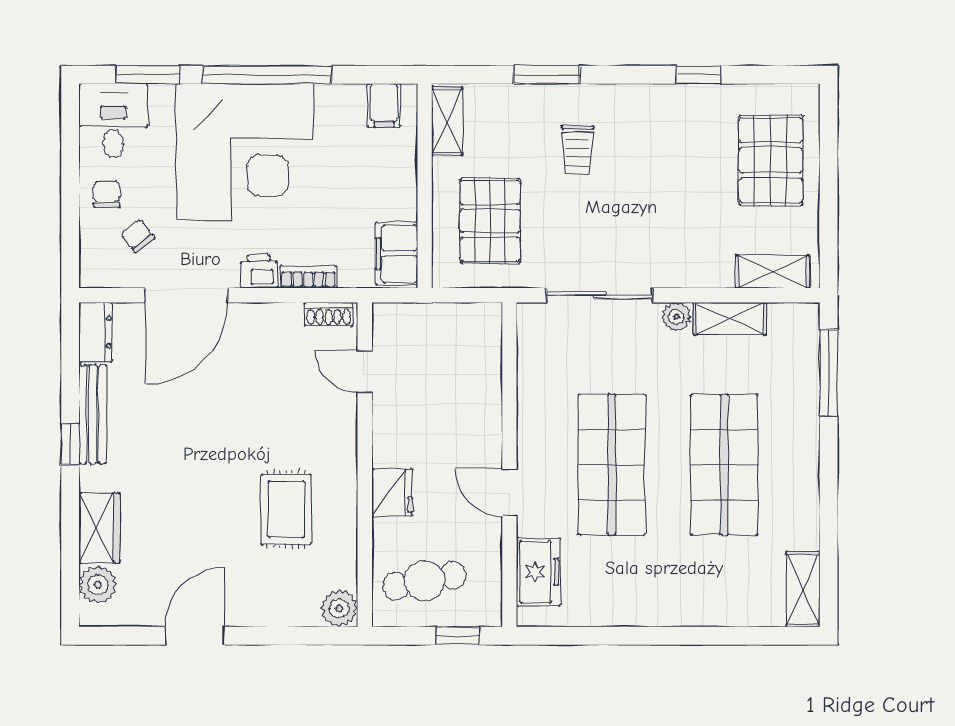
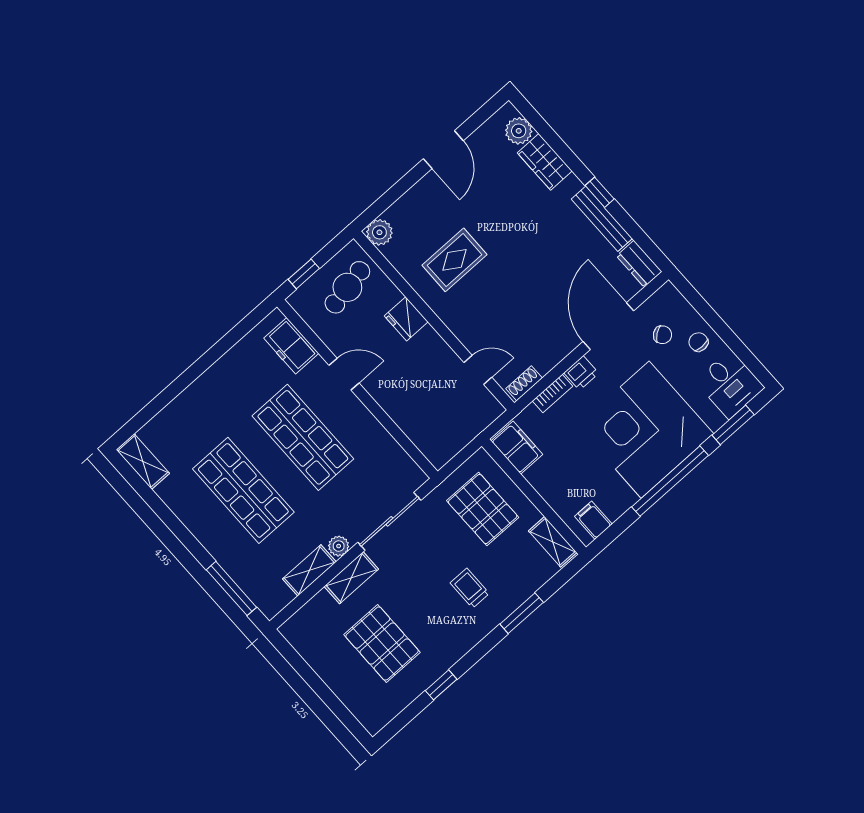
pallet: (771, 160) -> (382, 644), moved
chair: (107, 194) -> (698, 342), turned 180
shelving: (773, 272) -> (351, 578), moved
rug: (286, 509) -> (455, 260), turned 90

